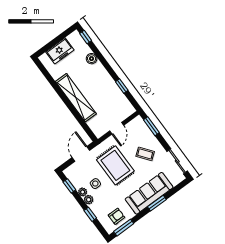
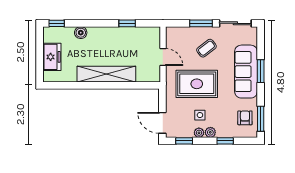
window: (151, 126) -> (201, 23), moved
door: (81, 154) -> (162, 123), moved

